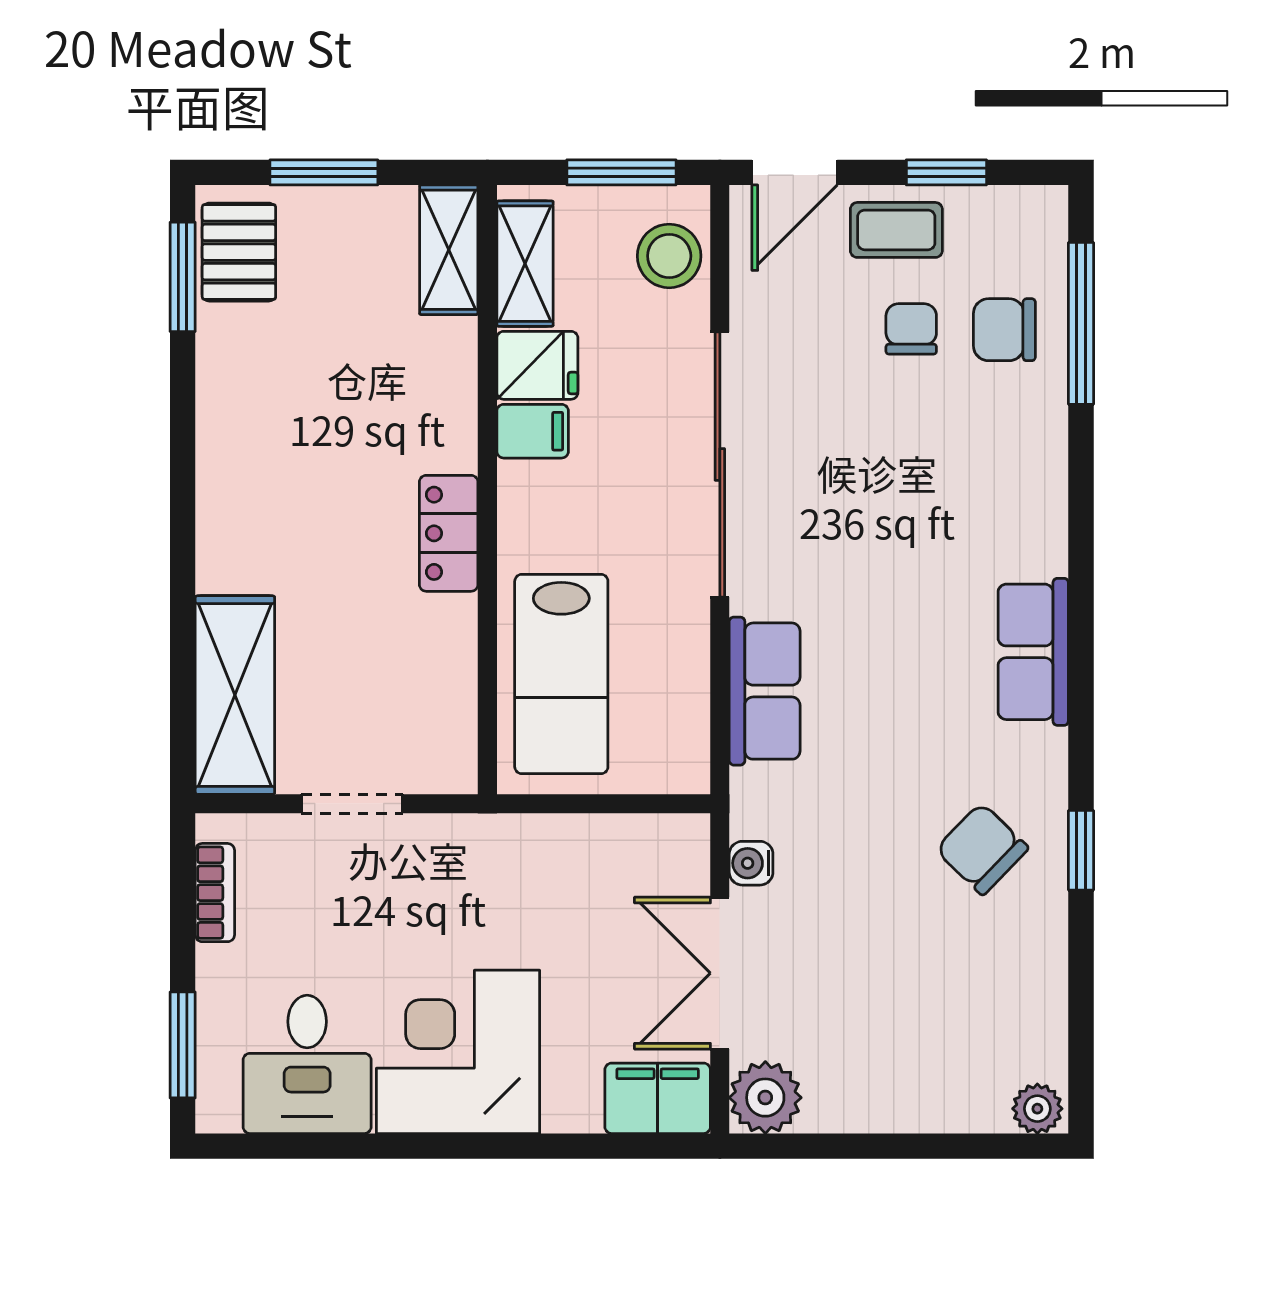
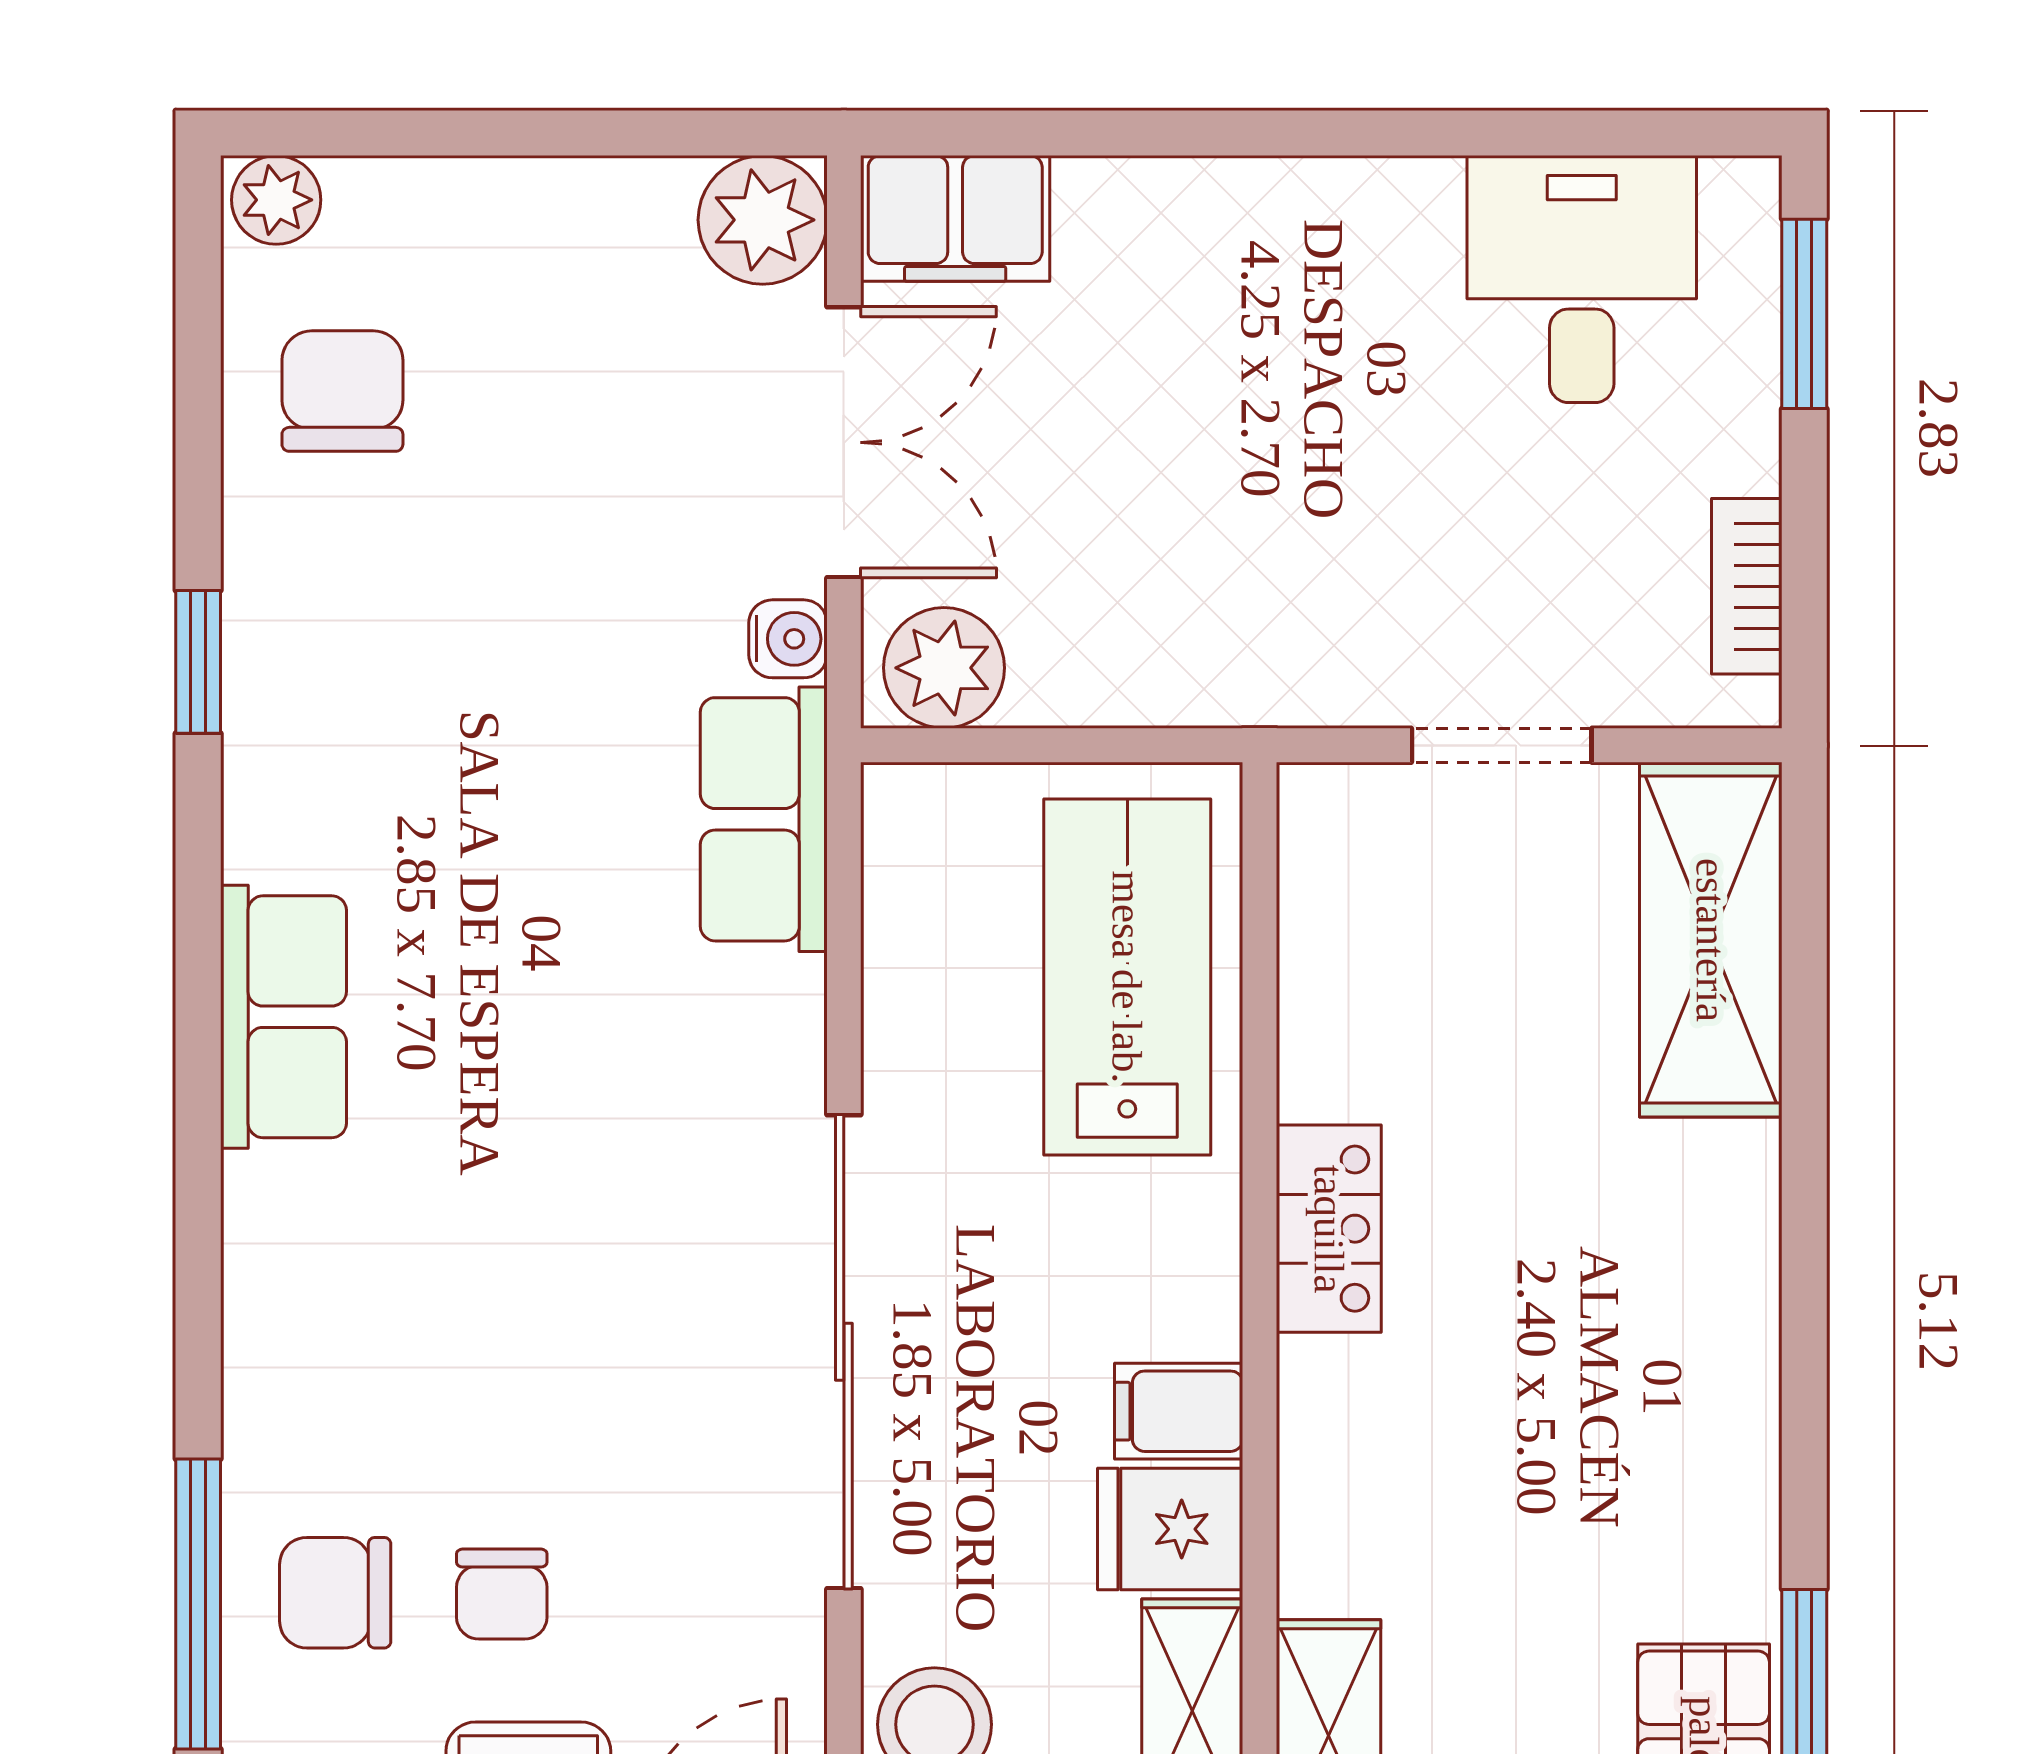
chair: (1004, 330) -> (335, 1593), turned 180
row of seats: (765, 691) -> (764, 819), moved
plant: (664, 847) -> (944, 668), added
chair: (982, 849) -> (342, 391), moved, turned -134
corner desk: (458, 1052) -> (1312, 302), removed

